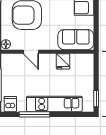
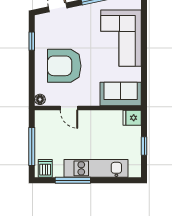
fridge: (63, 61) -> (132, 118), moved, turned 90
window: (96, 99) -> (144, 146), moved

